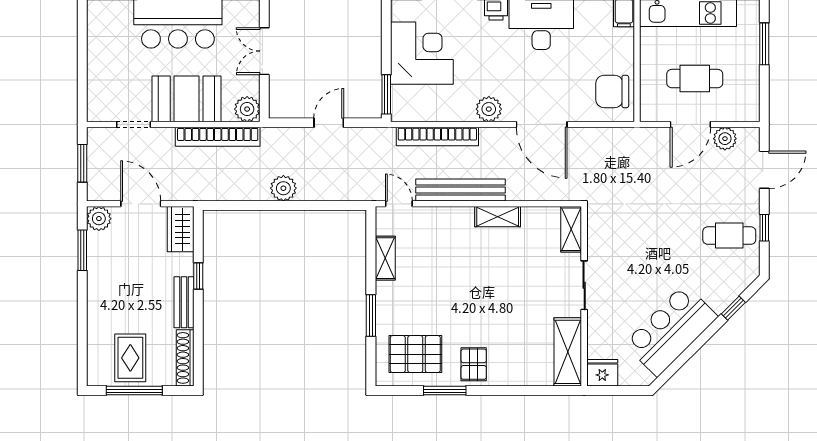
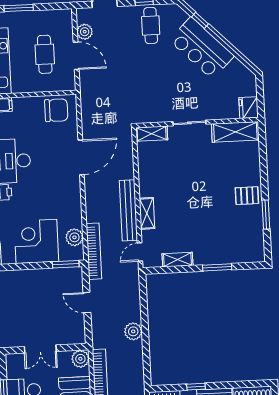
chair: (612, 91) -> (56, 110), turned -90
plant: (489, 109) -> (74, 237), moved
bookcase: (437, 136) -> (94, 251), moved
shelving: (498, 217) -> (147, 213), moved
bar counter: (671, 330) -> (202, 48), moved
pallet: (415, 354) -> (242, 236), removed

